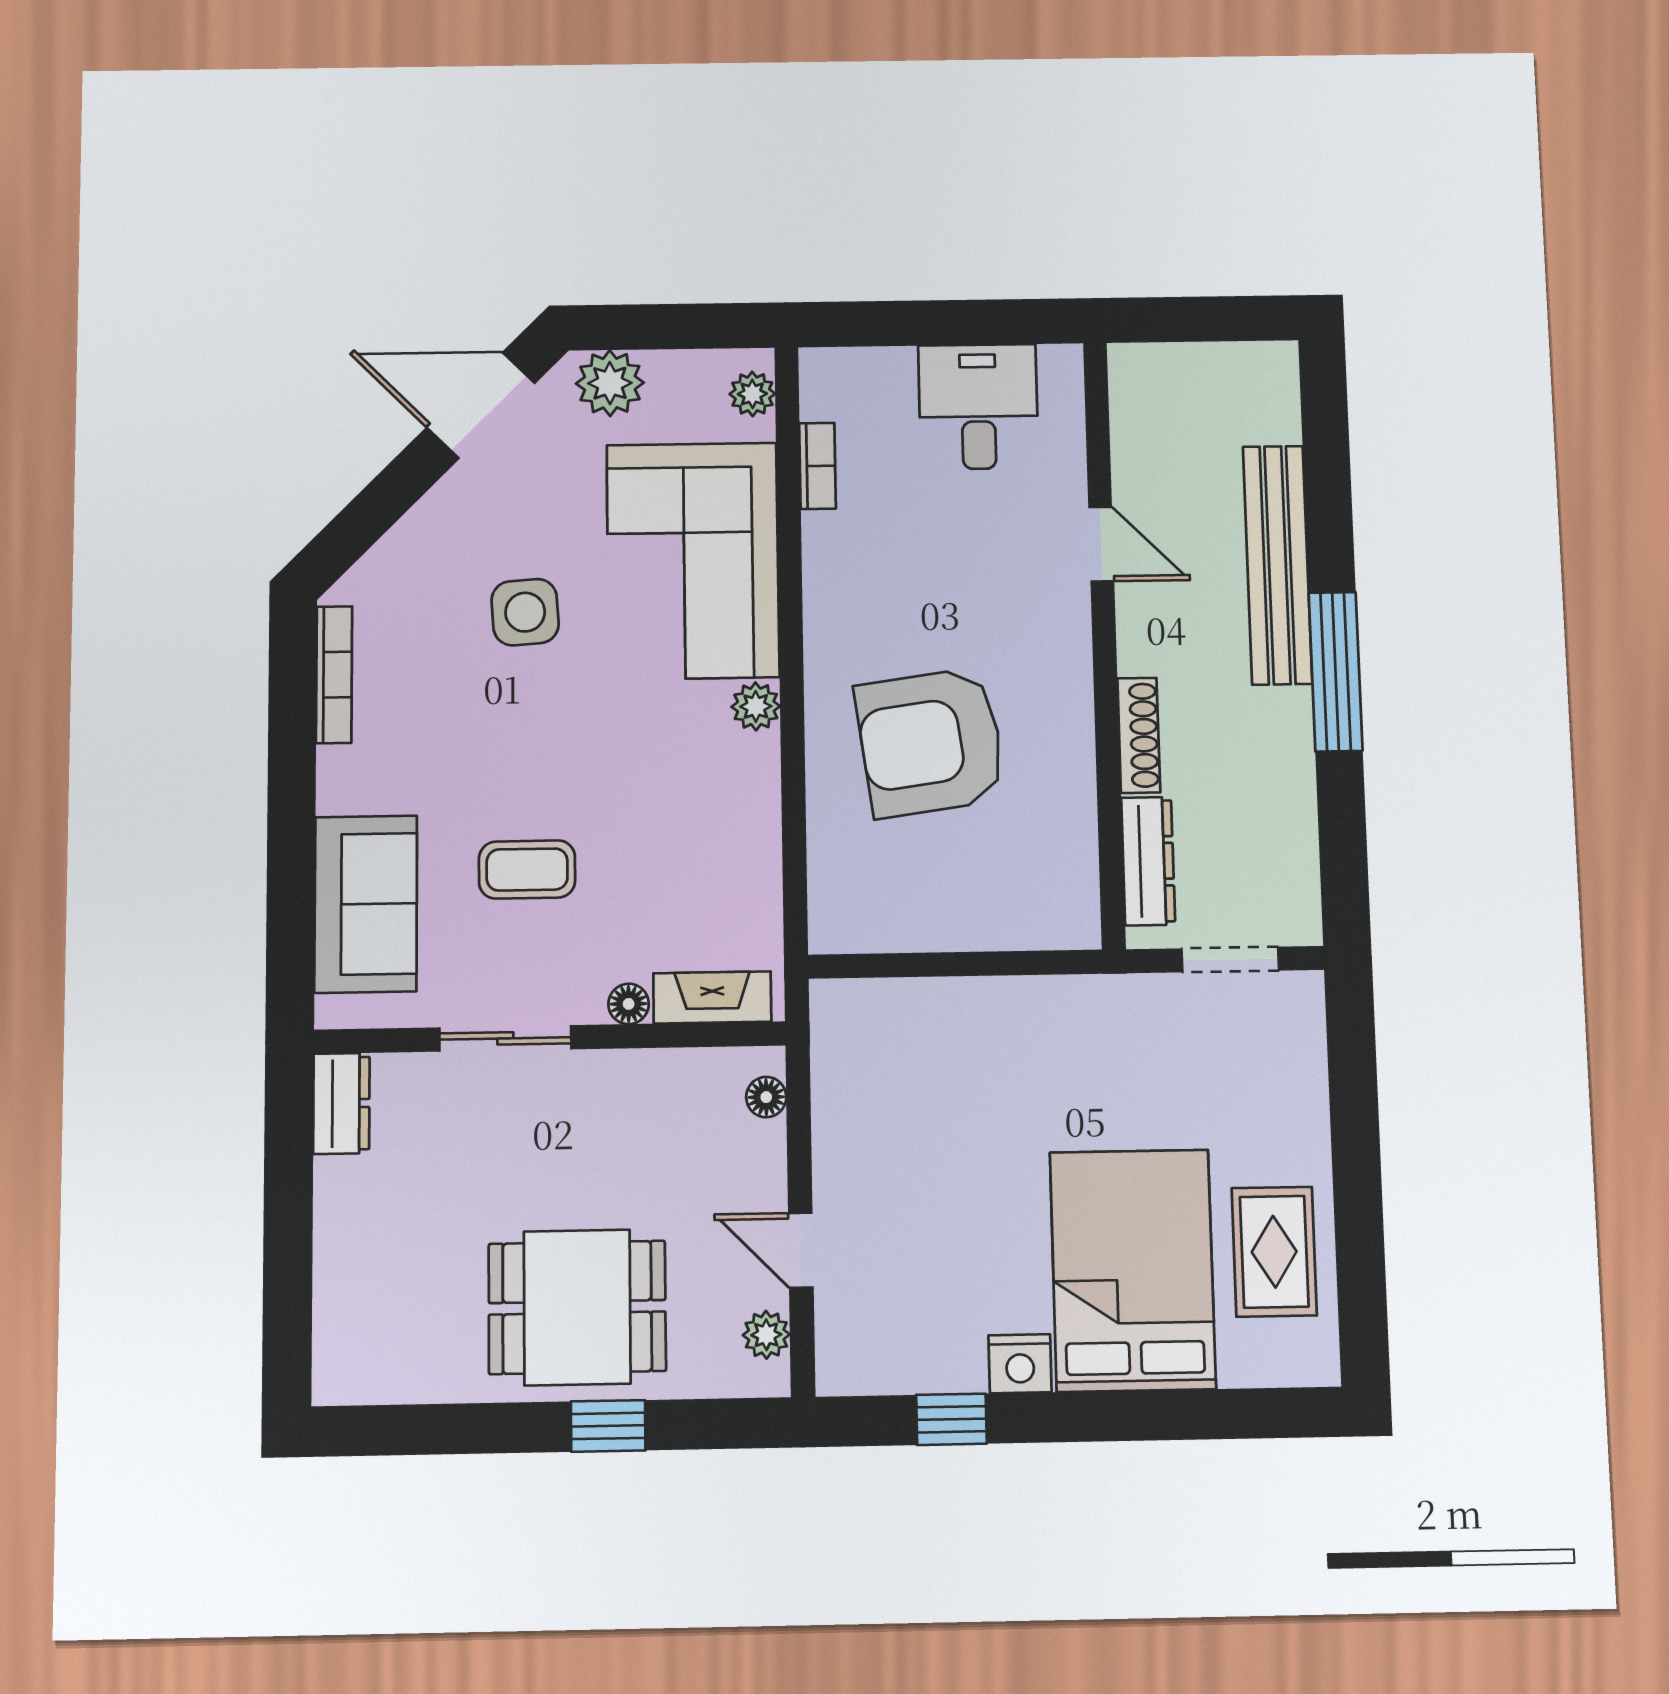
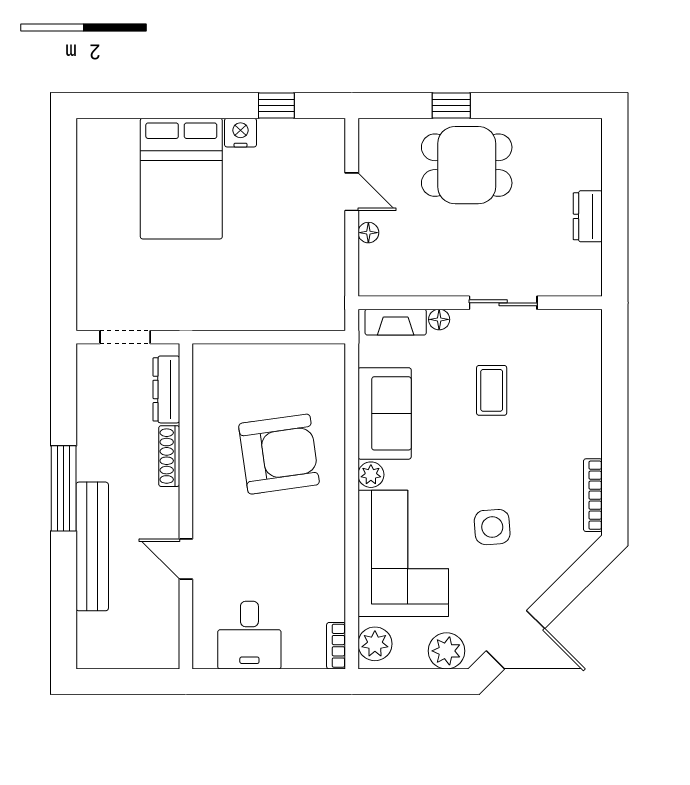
plant: (752, 394) -> (375, 644), width x1.38, depth x1.38
bookcase: (817, 466) -> (336, 646), moved
coffee table: (527, 870) -> (492, 390), turned 90
sofa: (366, 904) -> (385, 413), moved, turned 180
floor lamp: (766, 1097) -> (368, 233), moved
dresser: (341, 1103) -> (588, 216), moved
rug: (1274, 1252) -> (108, 187), removed
plant: (766, 1335) -> (370, 150), removed

